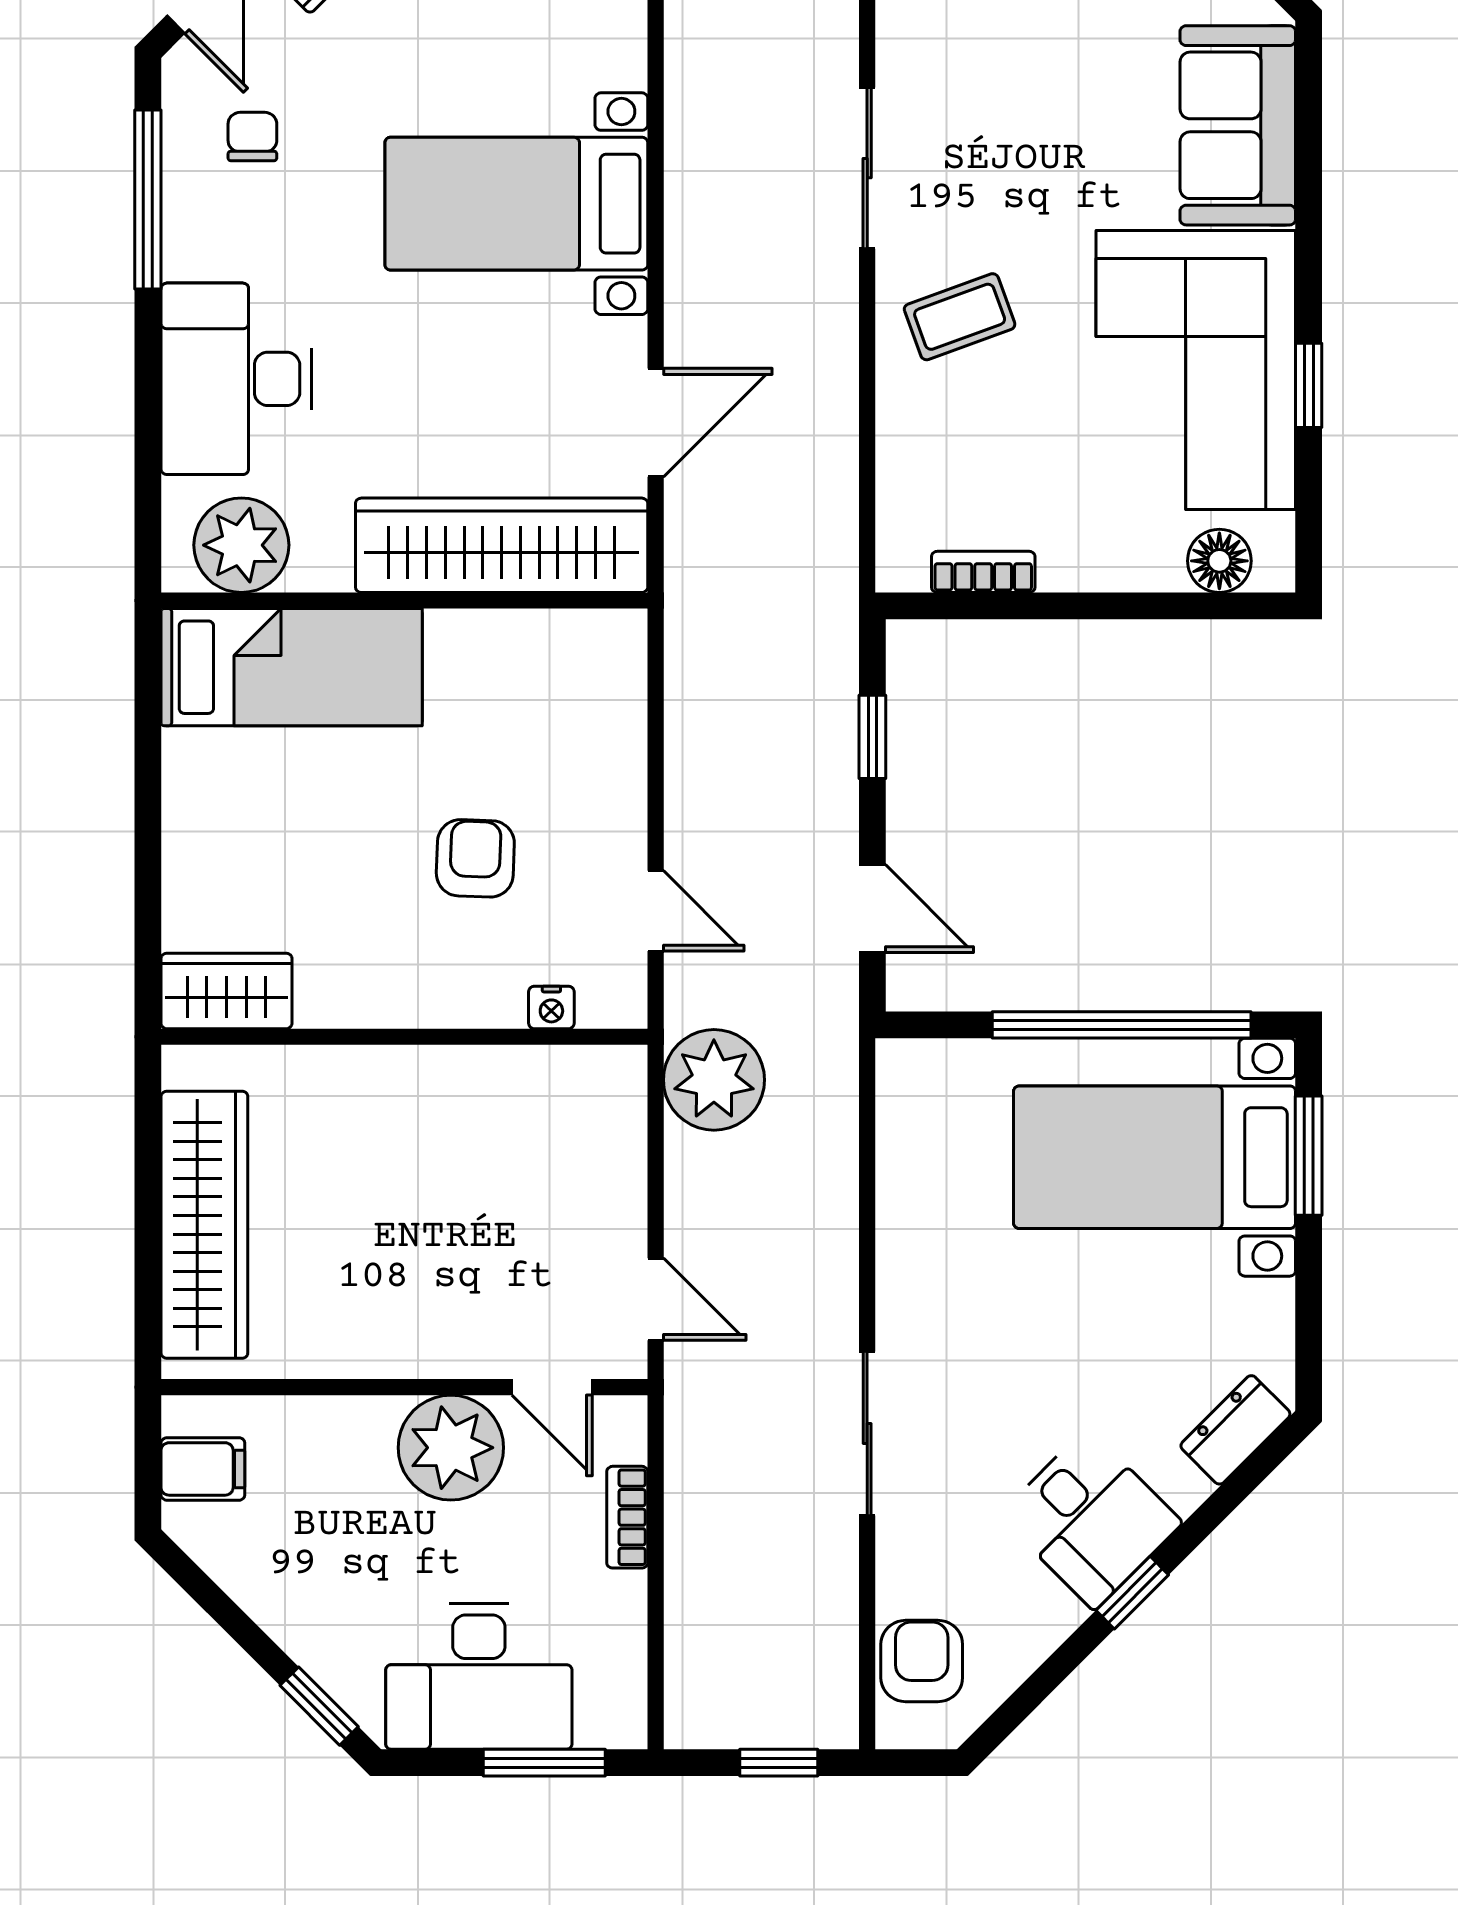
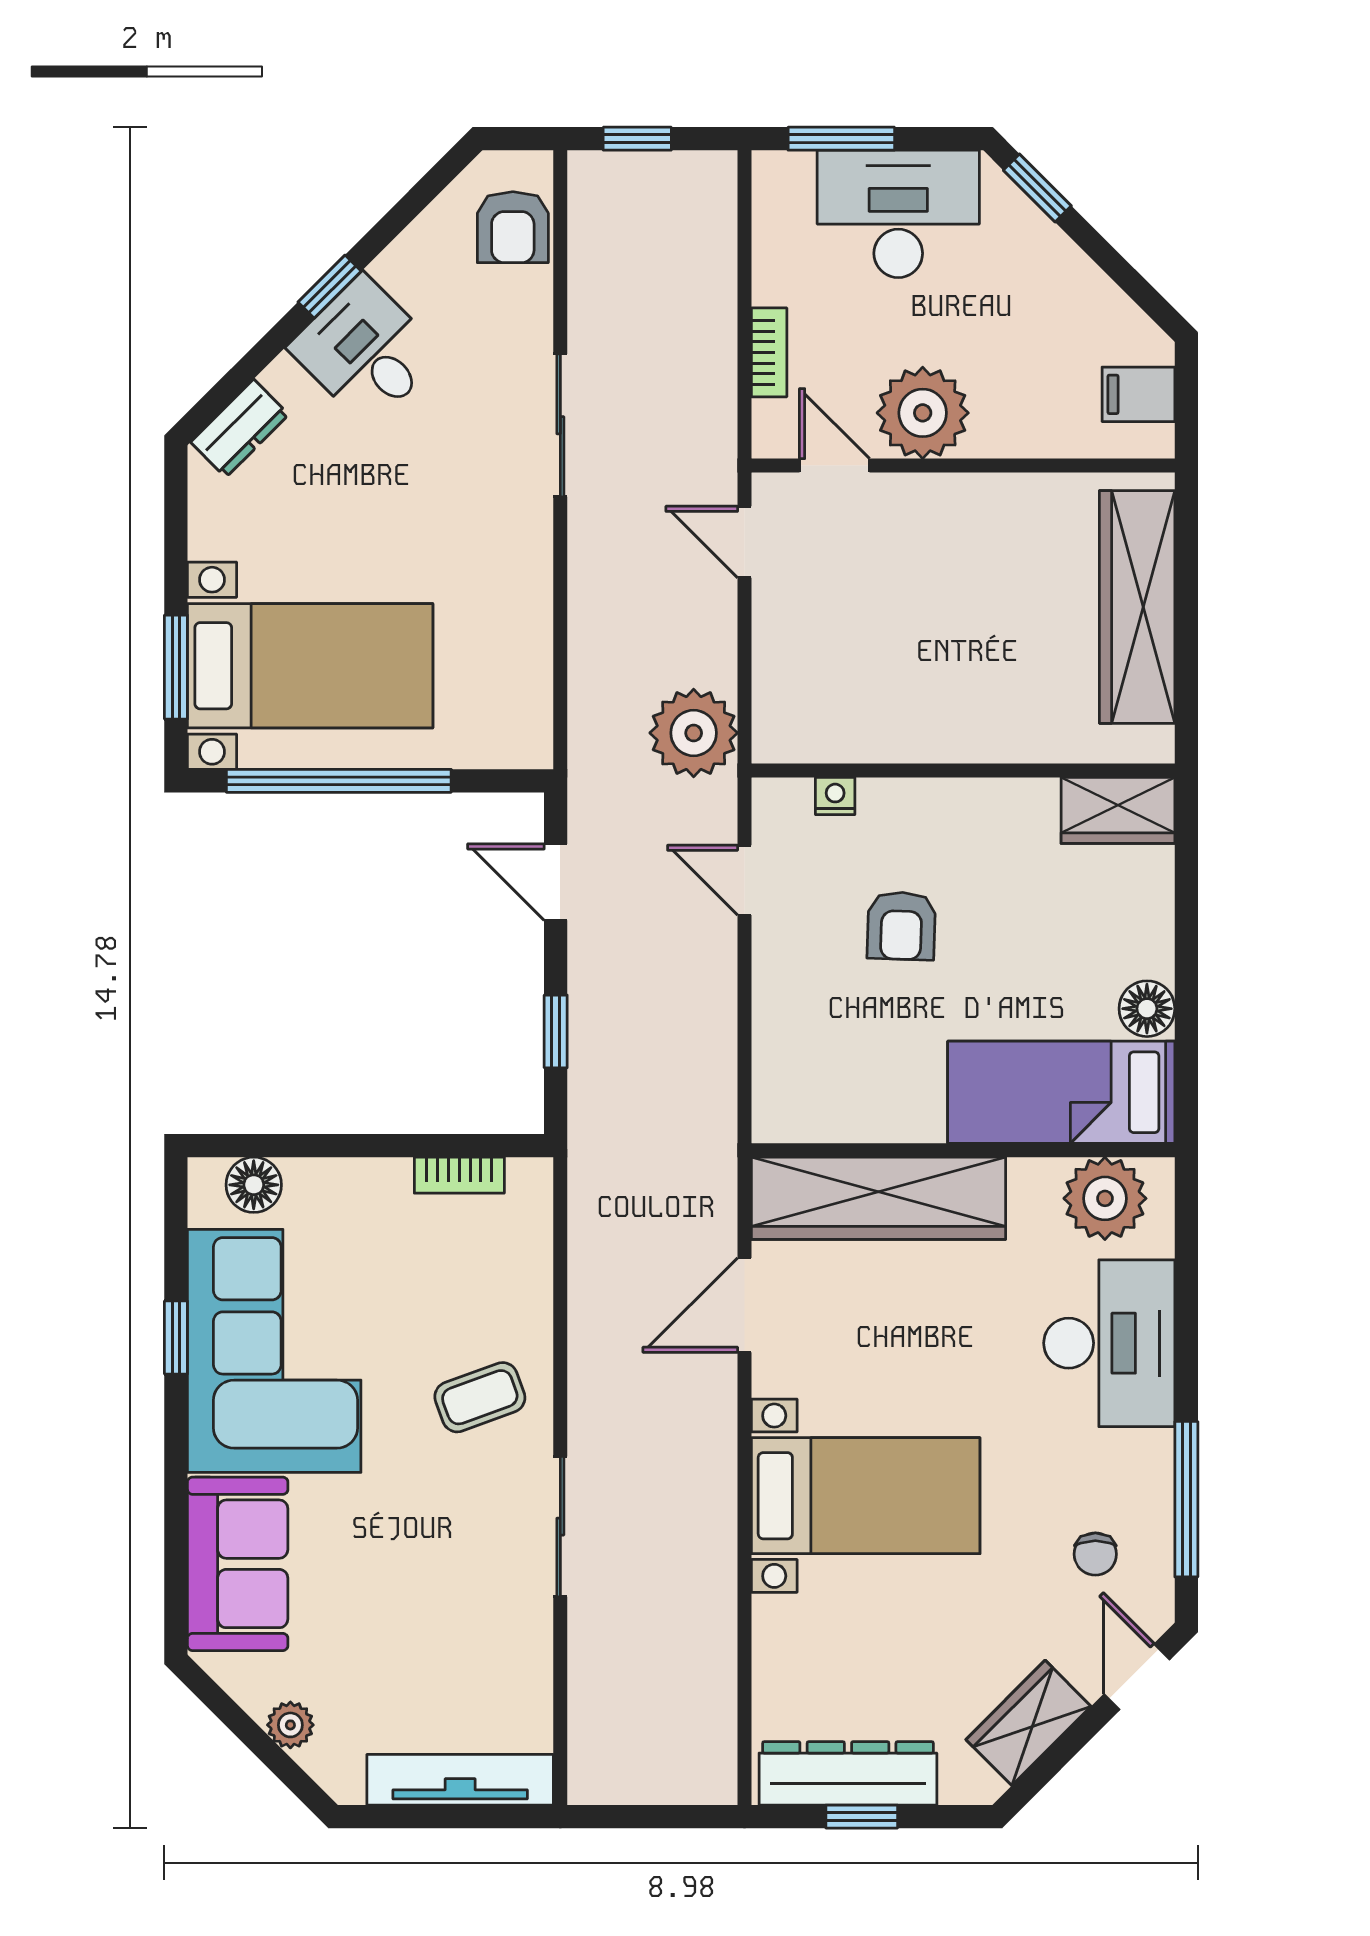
floor lamp: (193, 763) -> (1147, 1009), added

